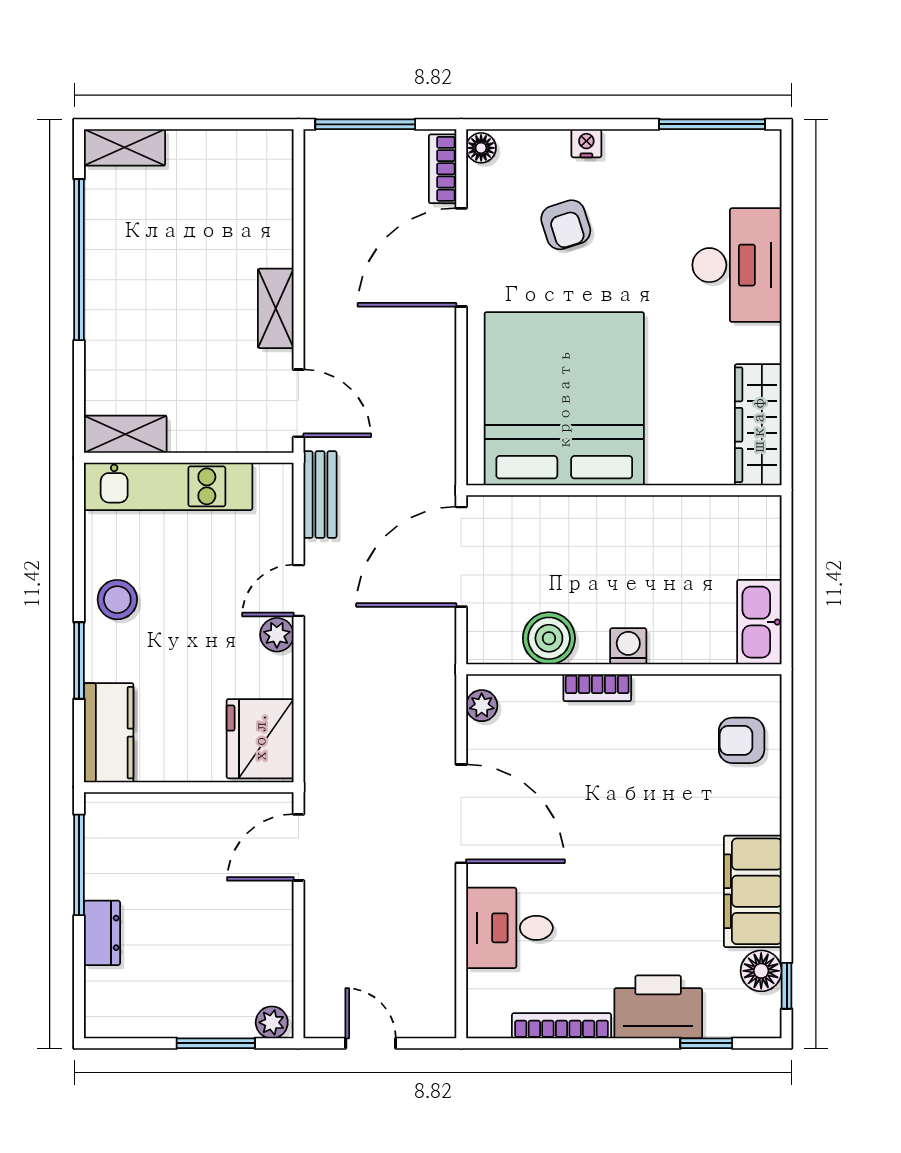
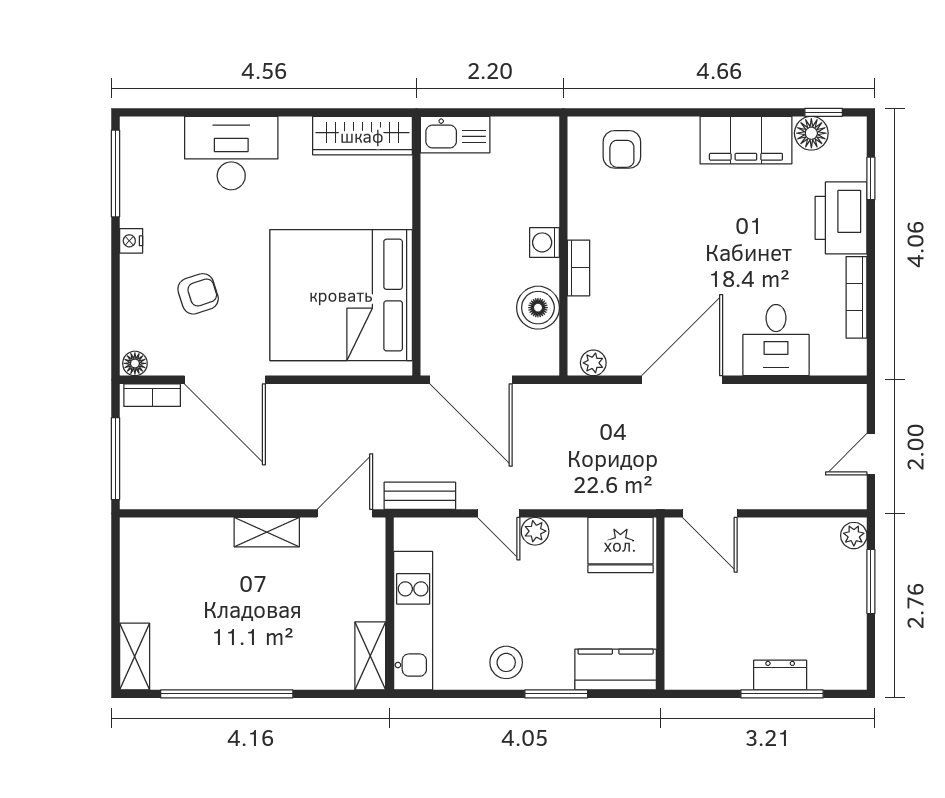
nightstand: (586, 143) -> (131, 241), moved
kitchen sink: (759, 622) -> (455, 135), moved
window: (79, 865) -> (782, 694), moved

